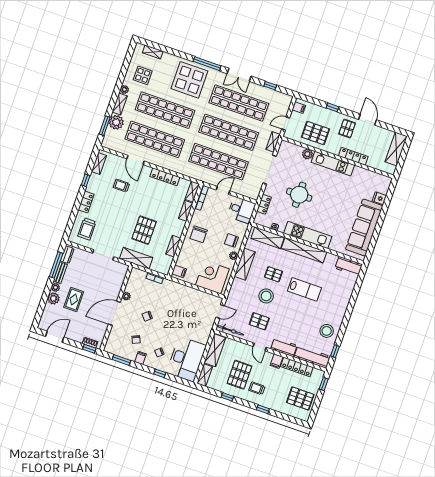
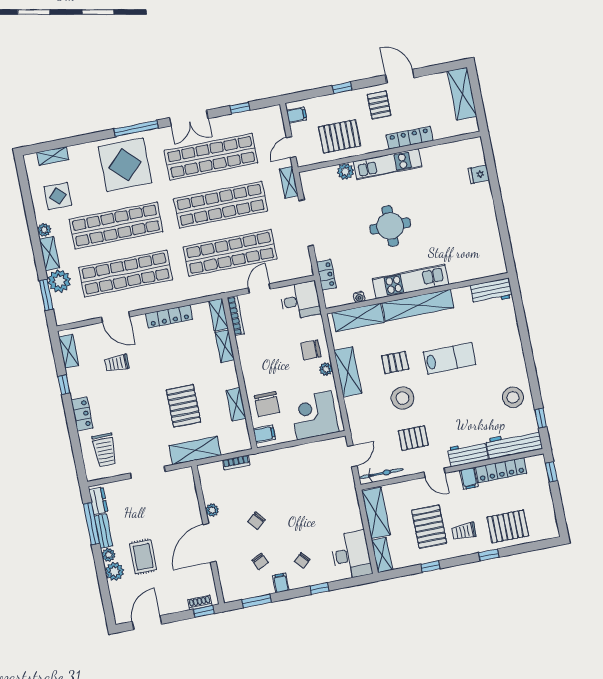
round table: (299, 195) -> (390, 226), moved
sofa: (364, 228) -> (481, 226), removed
chair: (199, 234) -> (267, 404), moved
desk: (186, 359) -> (351, 555), width x0.73, depth x0.77
pallet: (300, 398) -> (508, 526), moved

